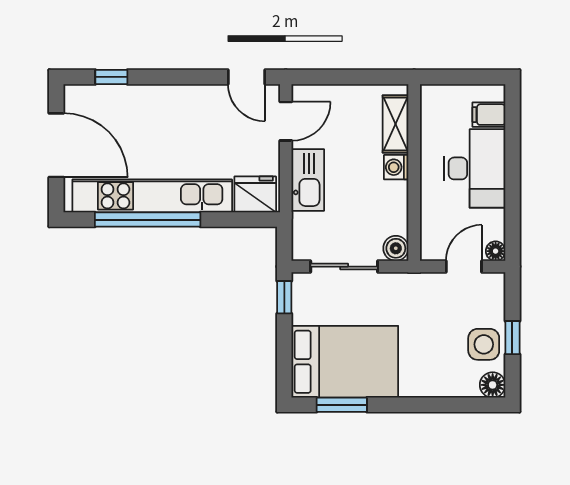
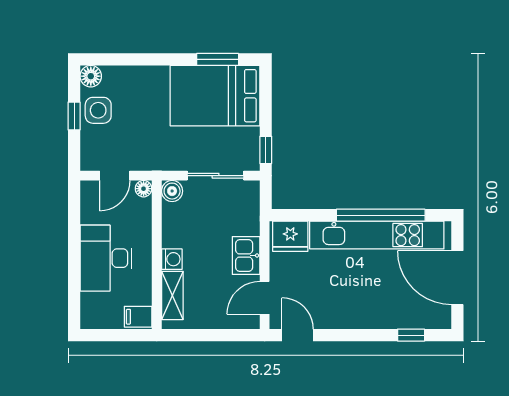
filing cabinet: (489, 115) -> (138, 317), moved, turned 180
kitchen sink: (308, 180) -> (246, 255), width x0.73
floor lamp: (496, 251) -> (144, 189), moved

